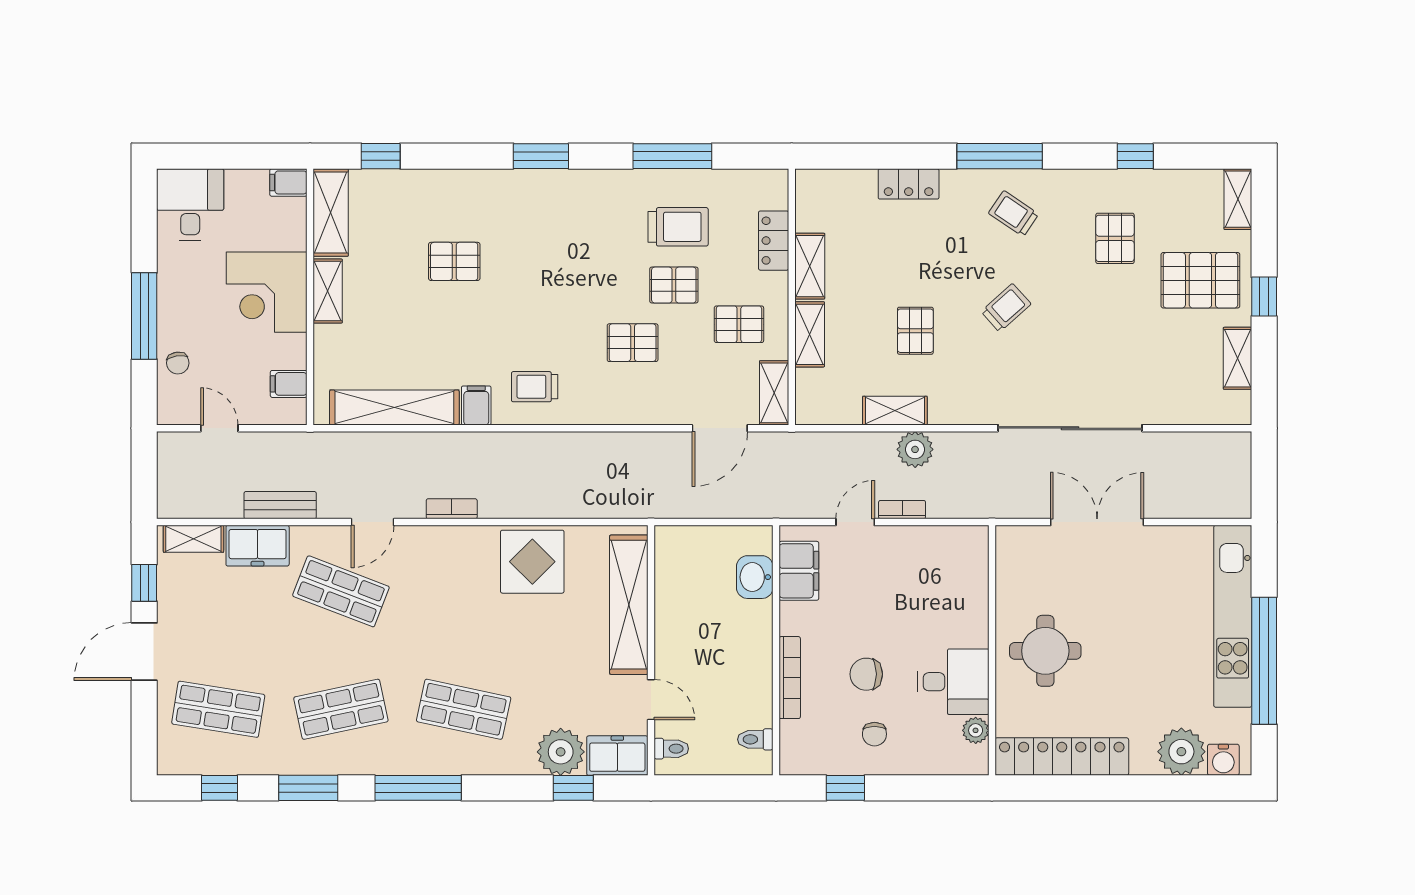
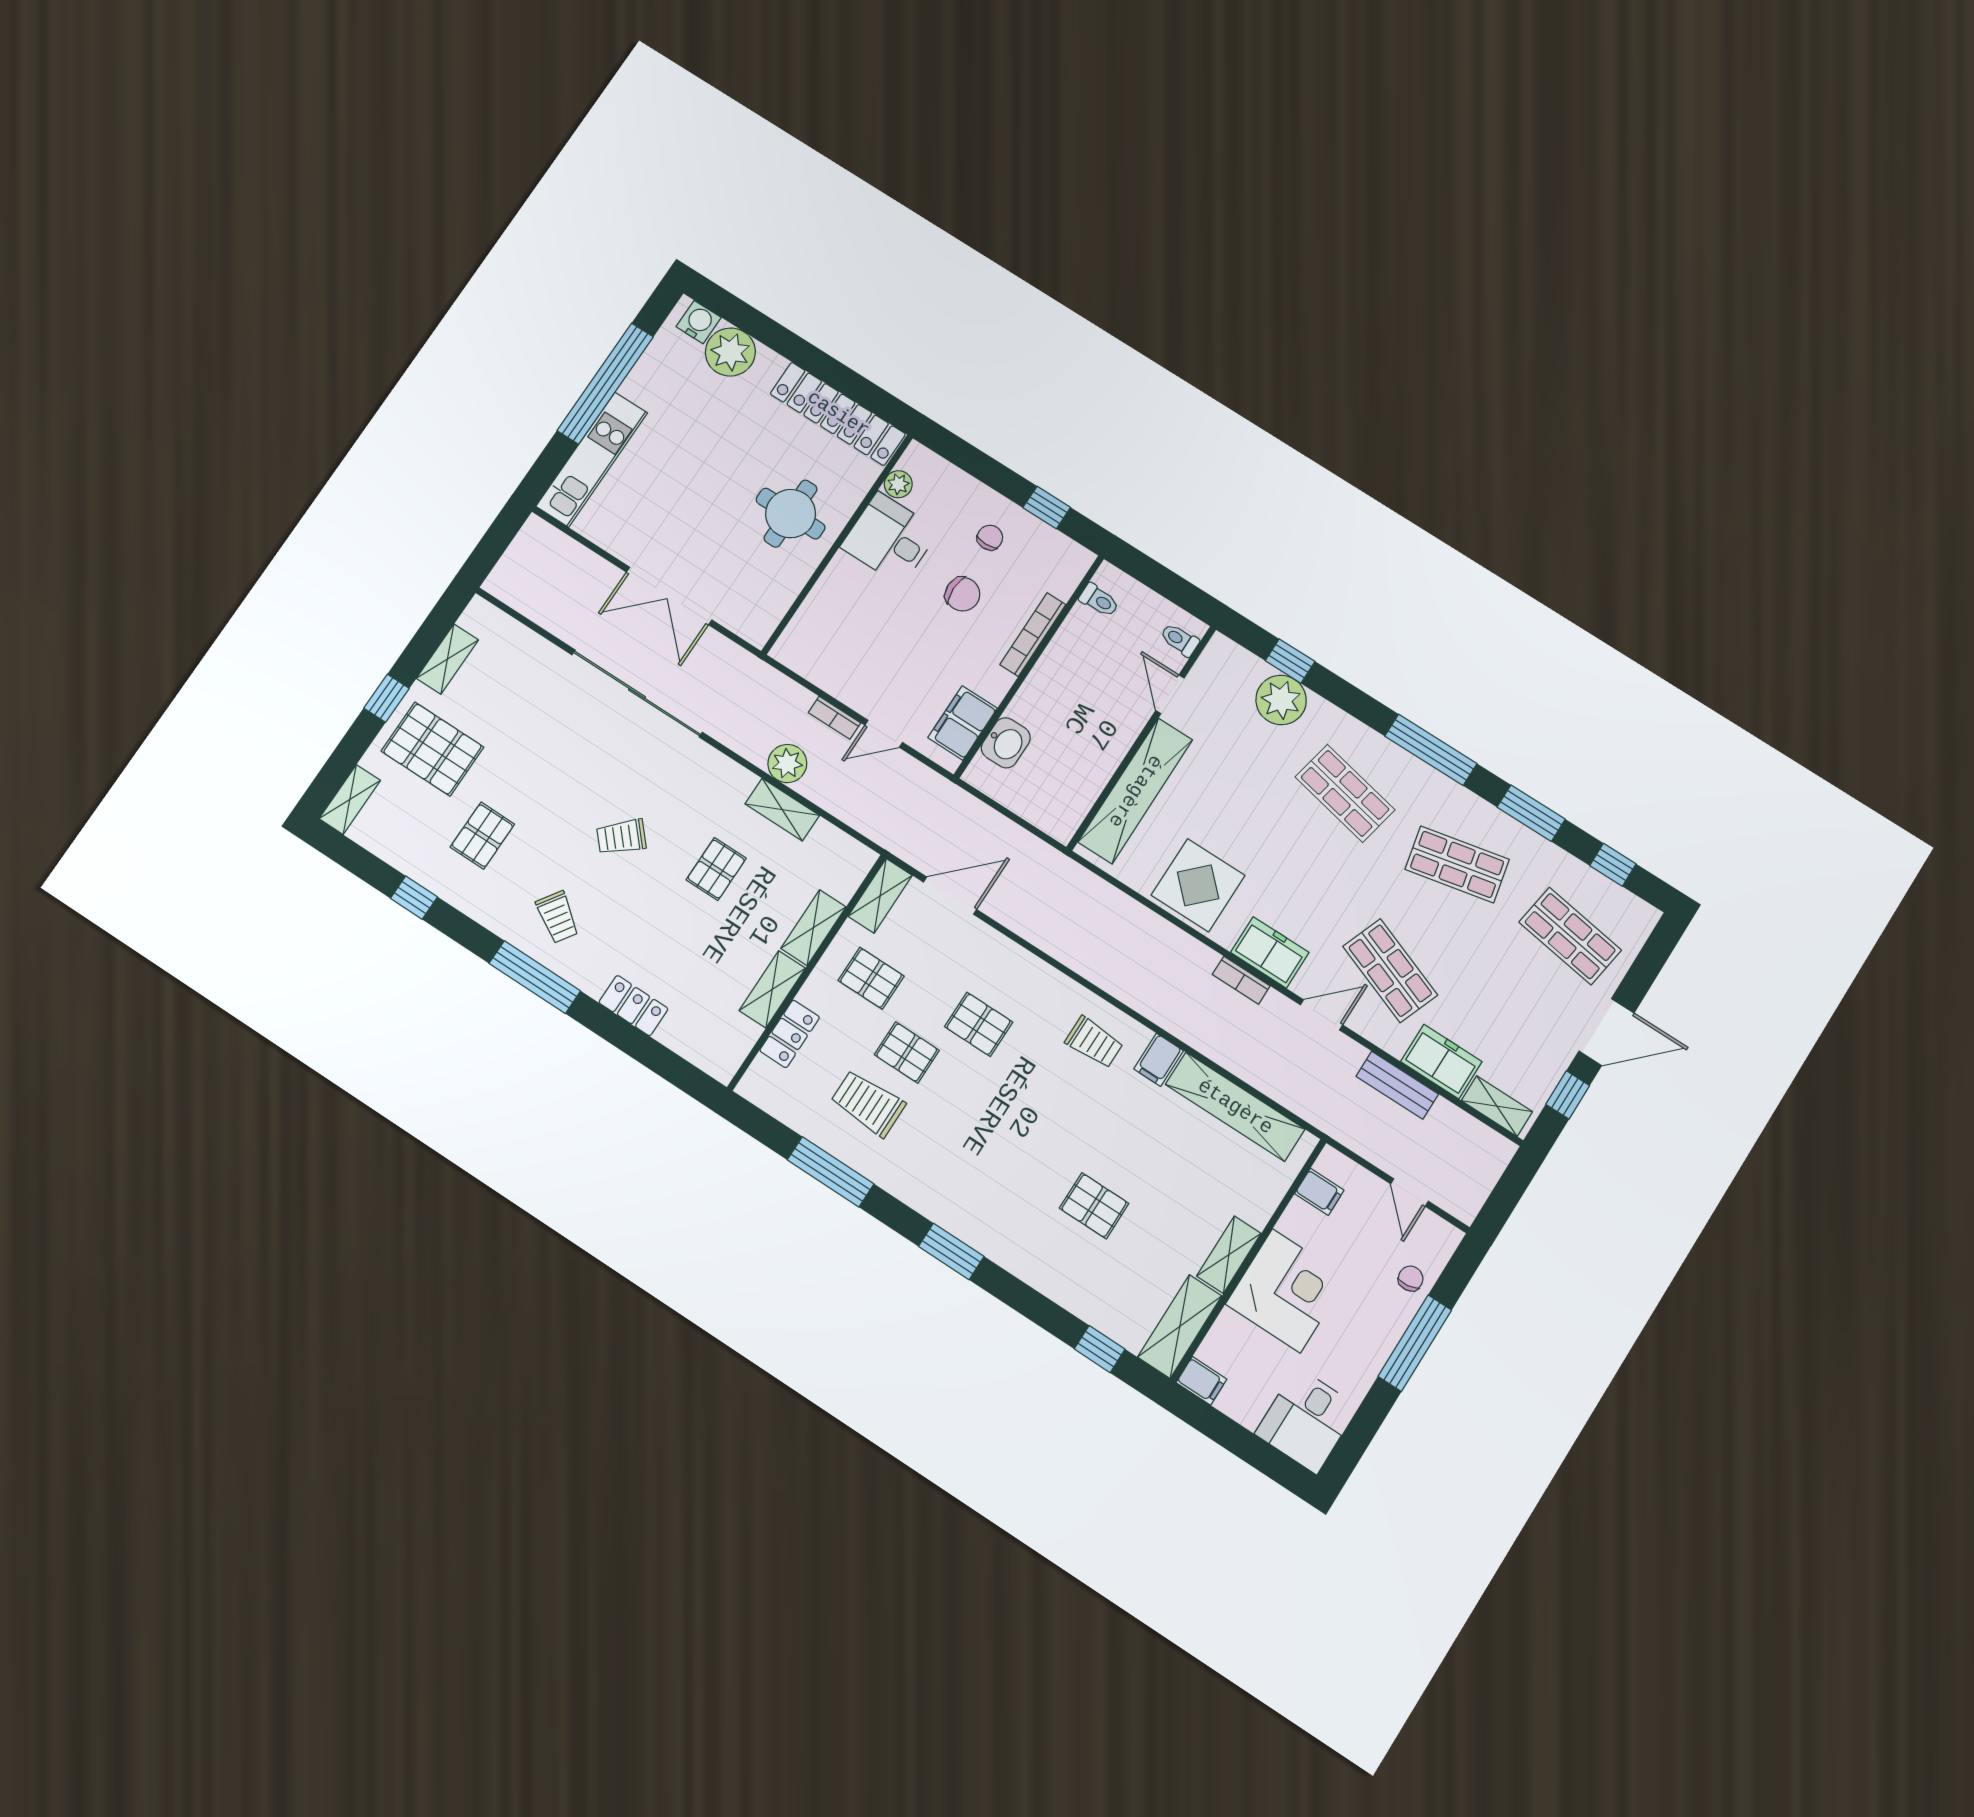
kitchen unit: (1233, 616) -> (592, 459), width x0.73
freezer: (617, 756) -> (1270, 952), moved, turned 180

